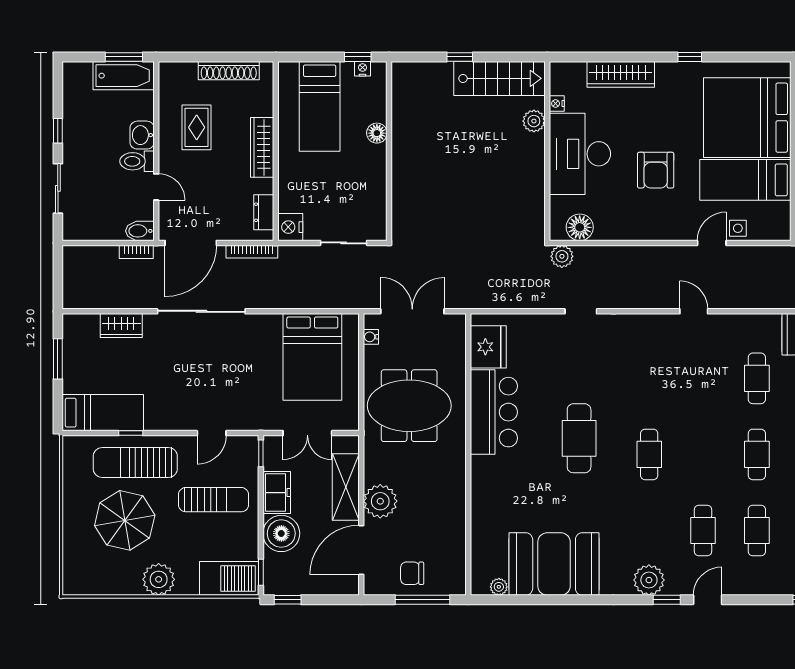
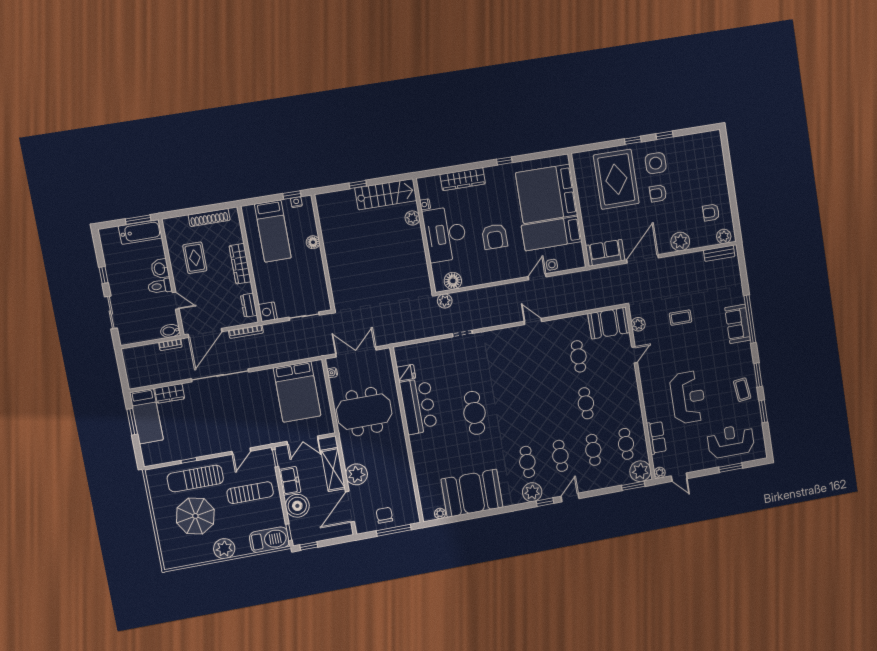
fridge: (488, 347) -> (406, 373), width x0.53, depth x0.75
bed: (103, 413) -> (146, 416), moved, turned 90
cafe table: (649, 454) -> (527, 462), moved
chair: (412, 573) -> (384, 515), turned 90

